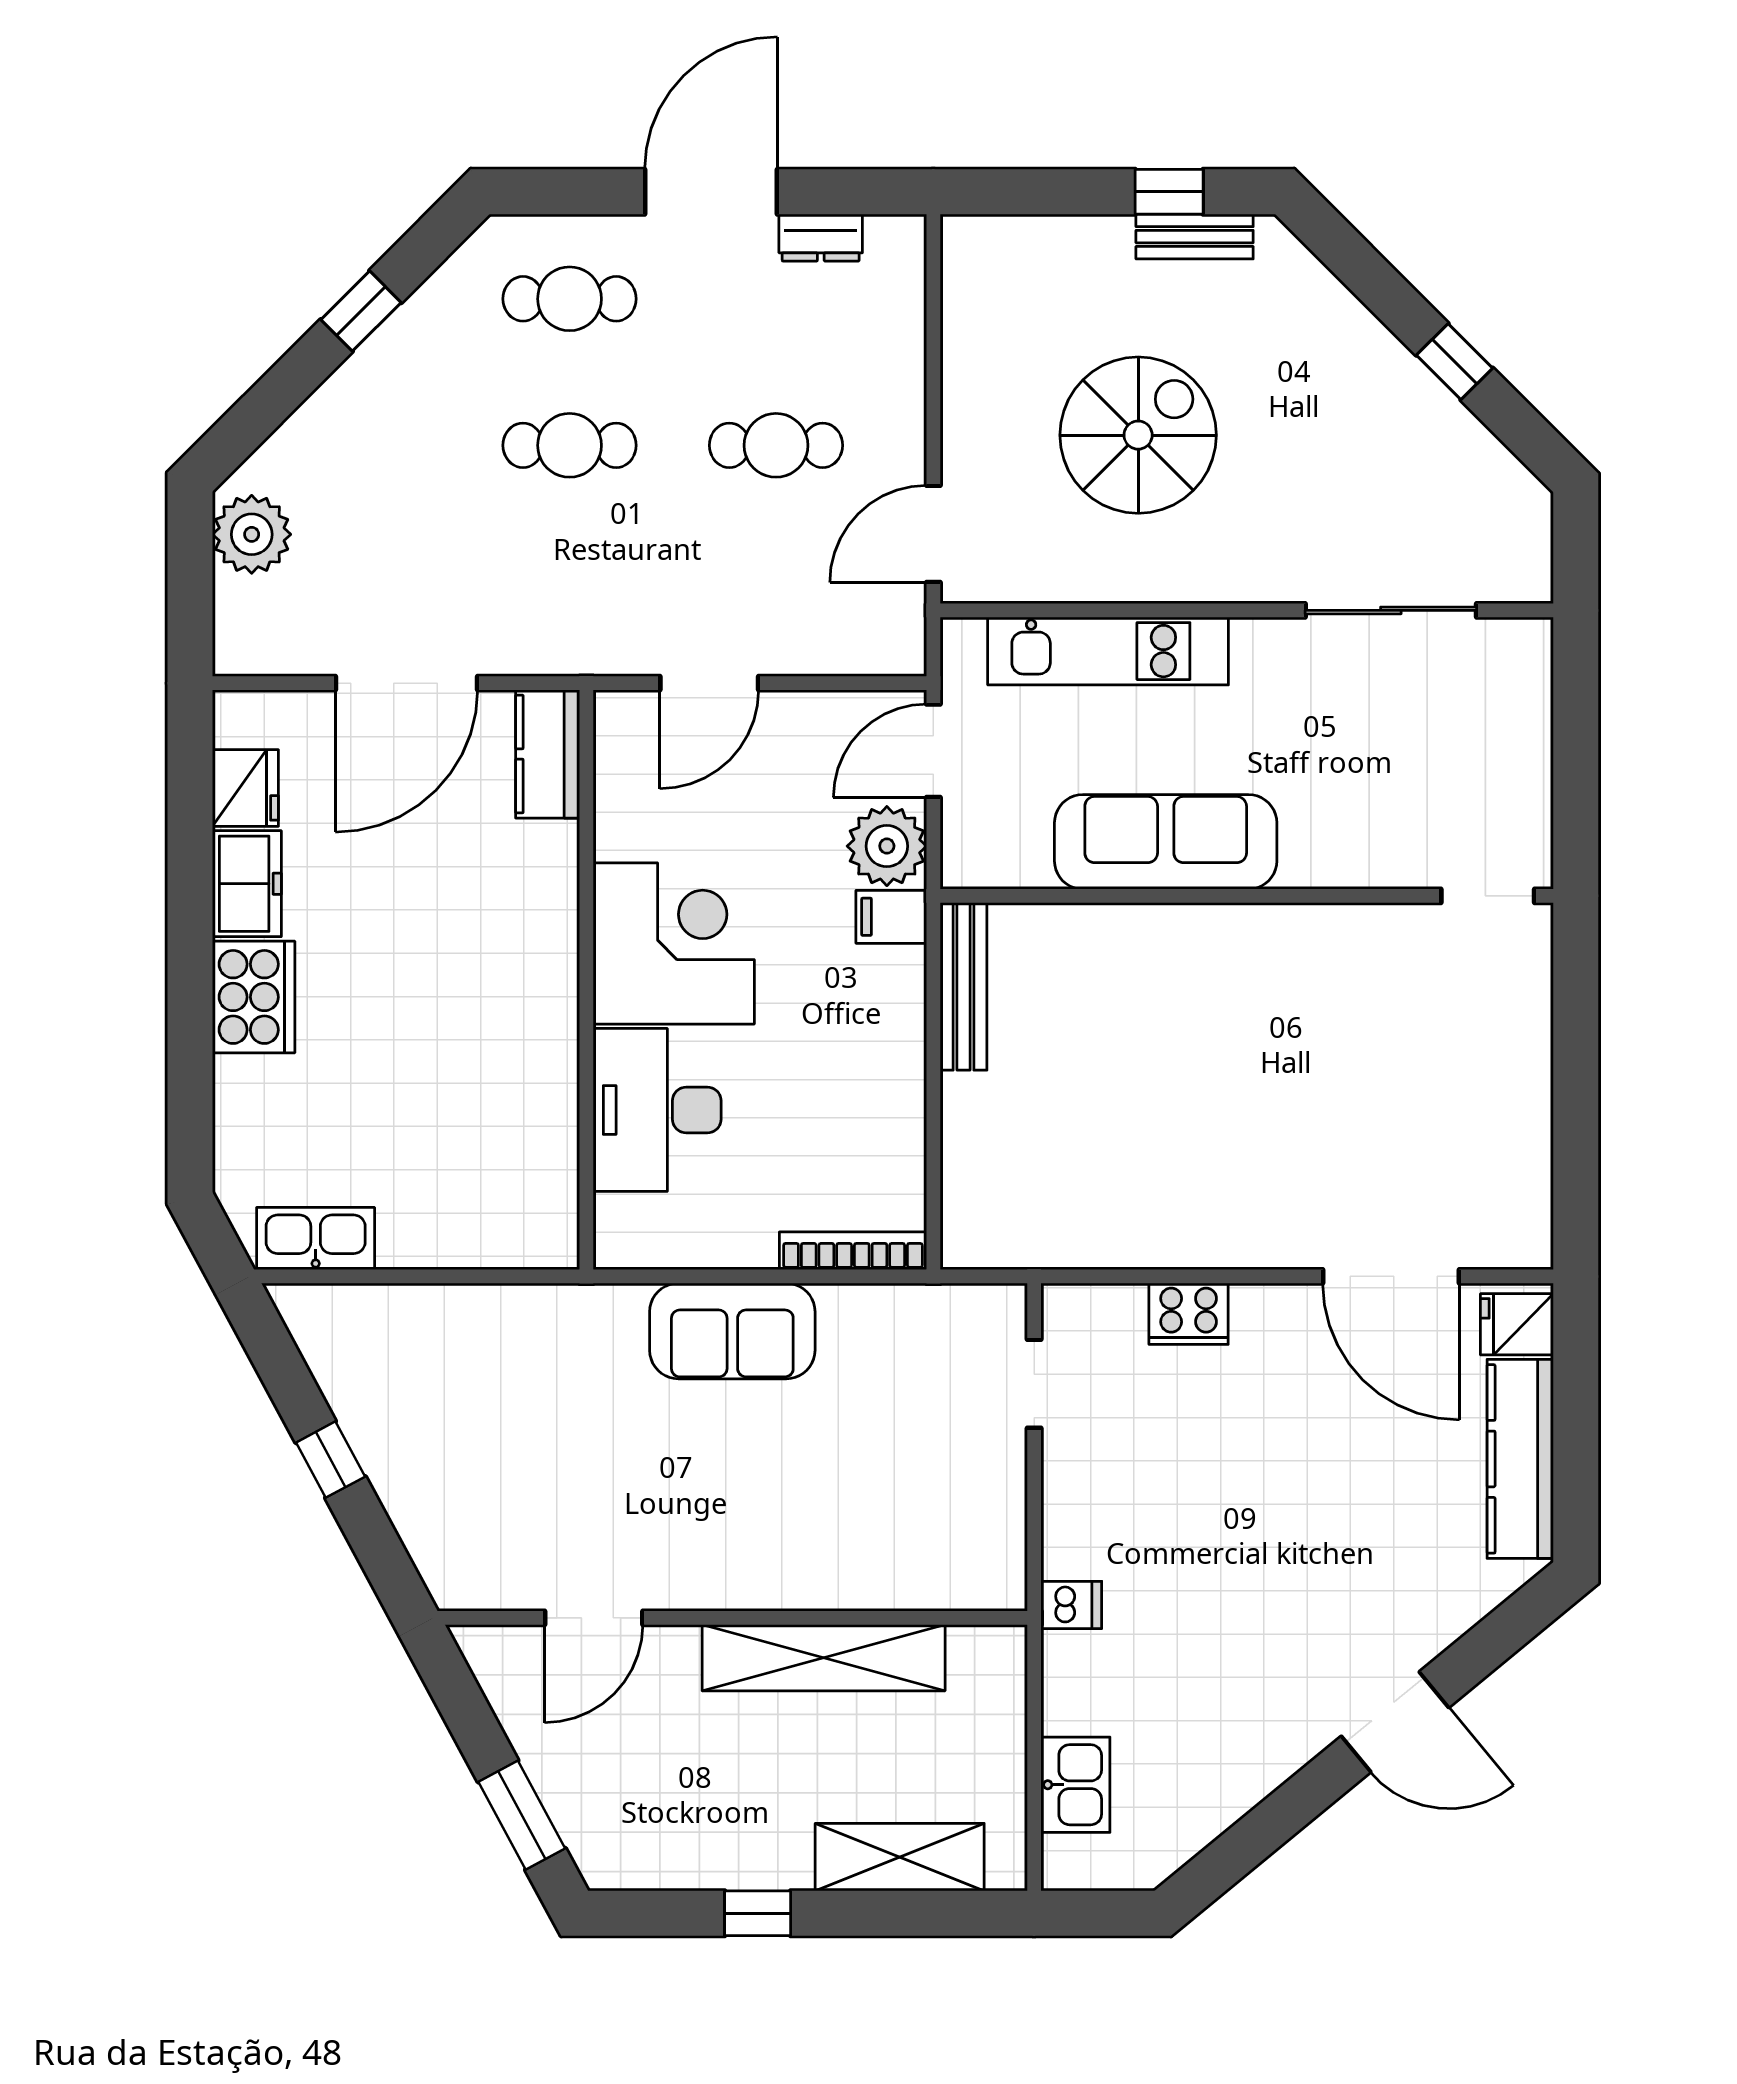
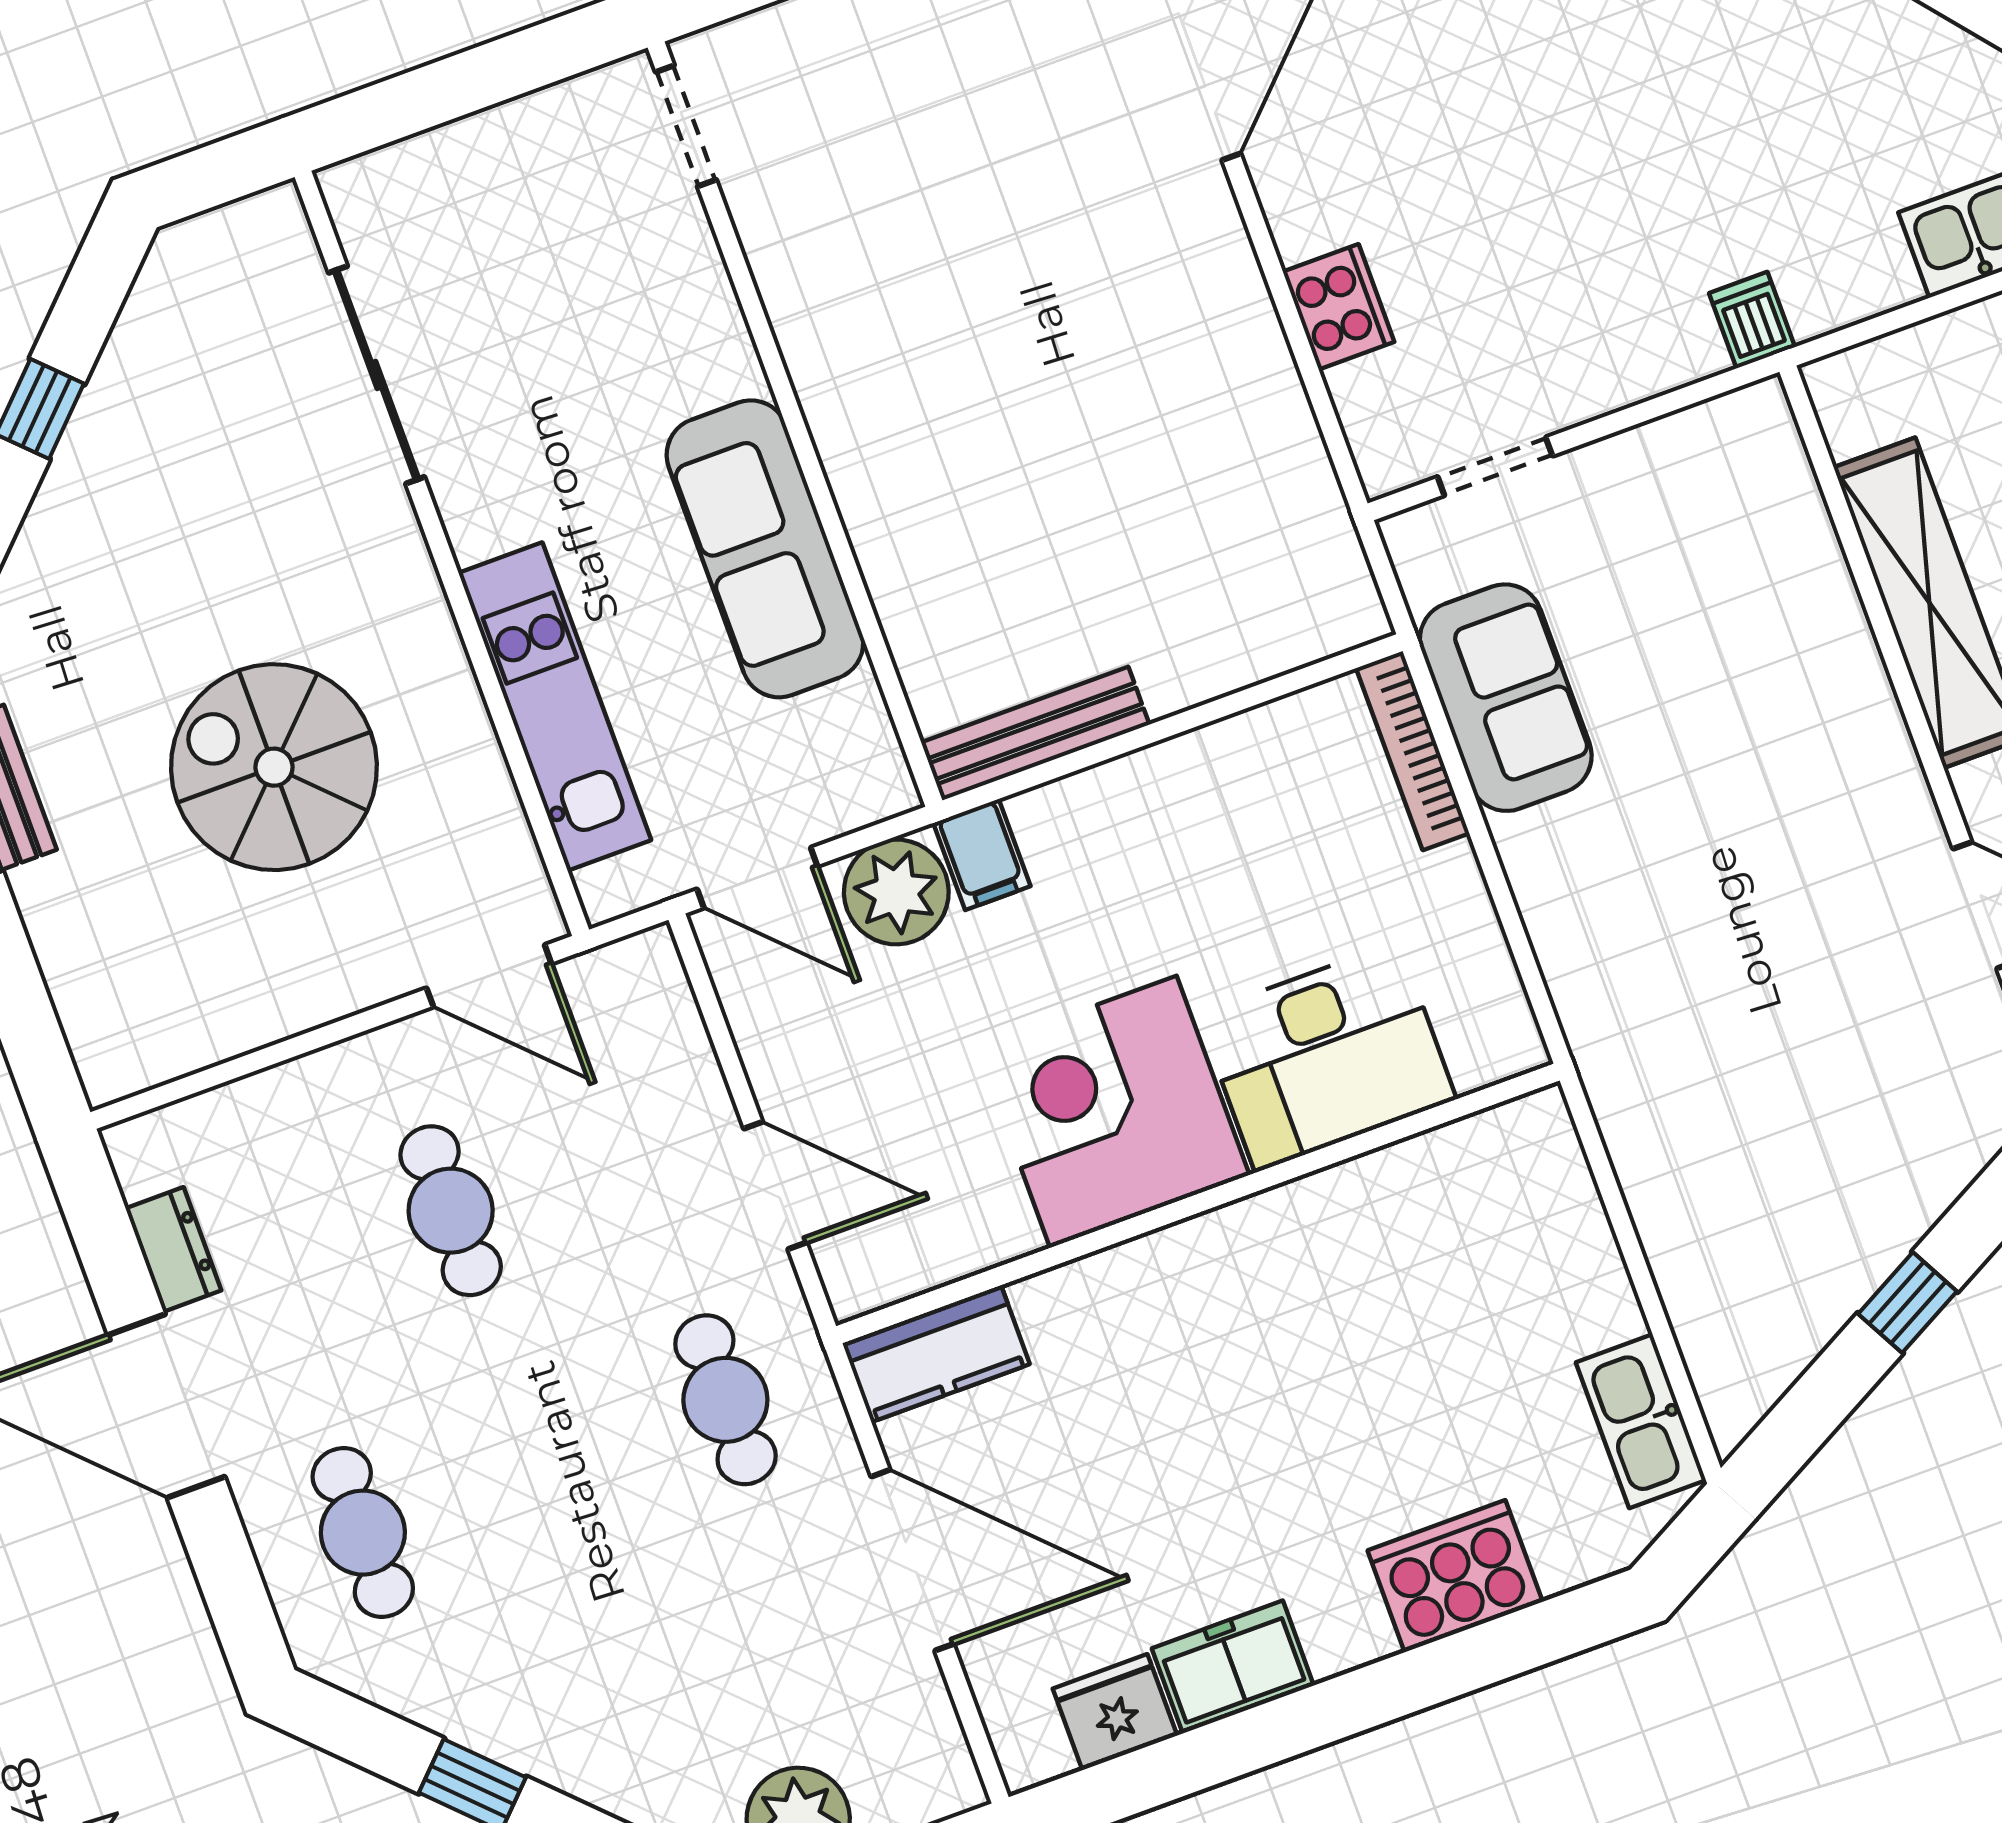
cafe table: (570, 445) -> (725, 1400), moved
cooker: (254, 997) -> (1455, 1576), moved
sofa: (732, 1331) -> (1506, 698), moved

